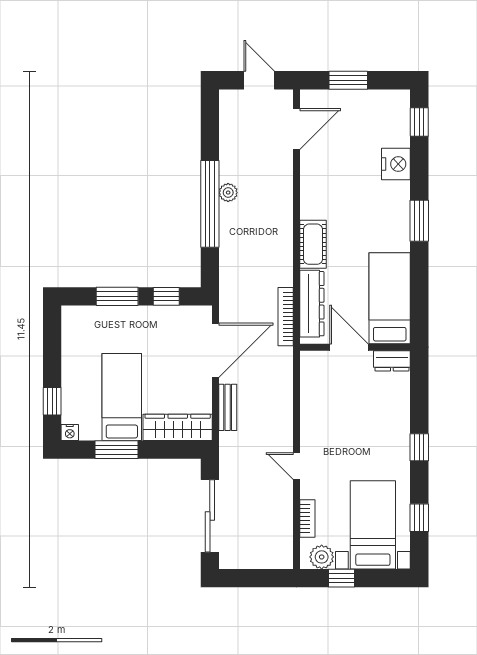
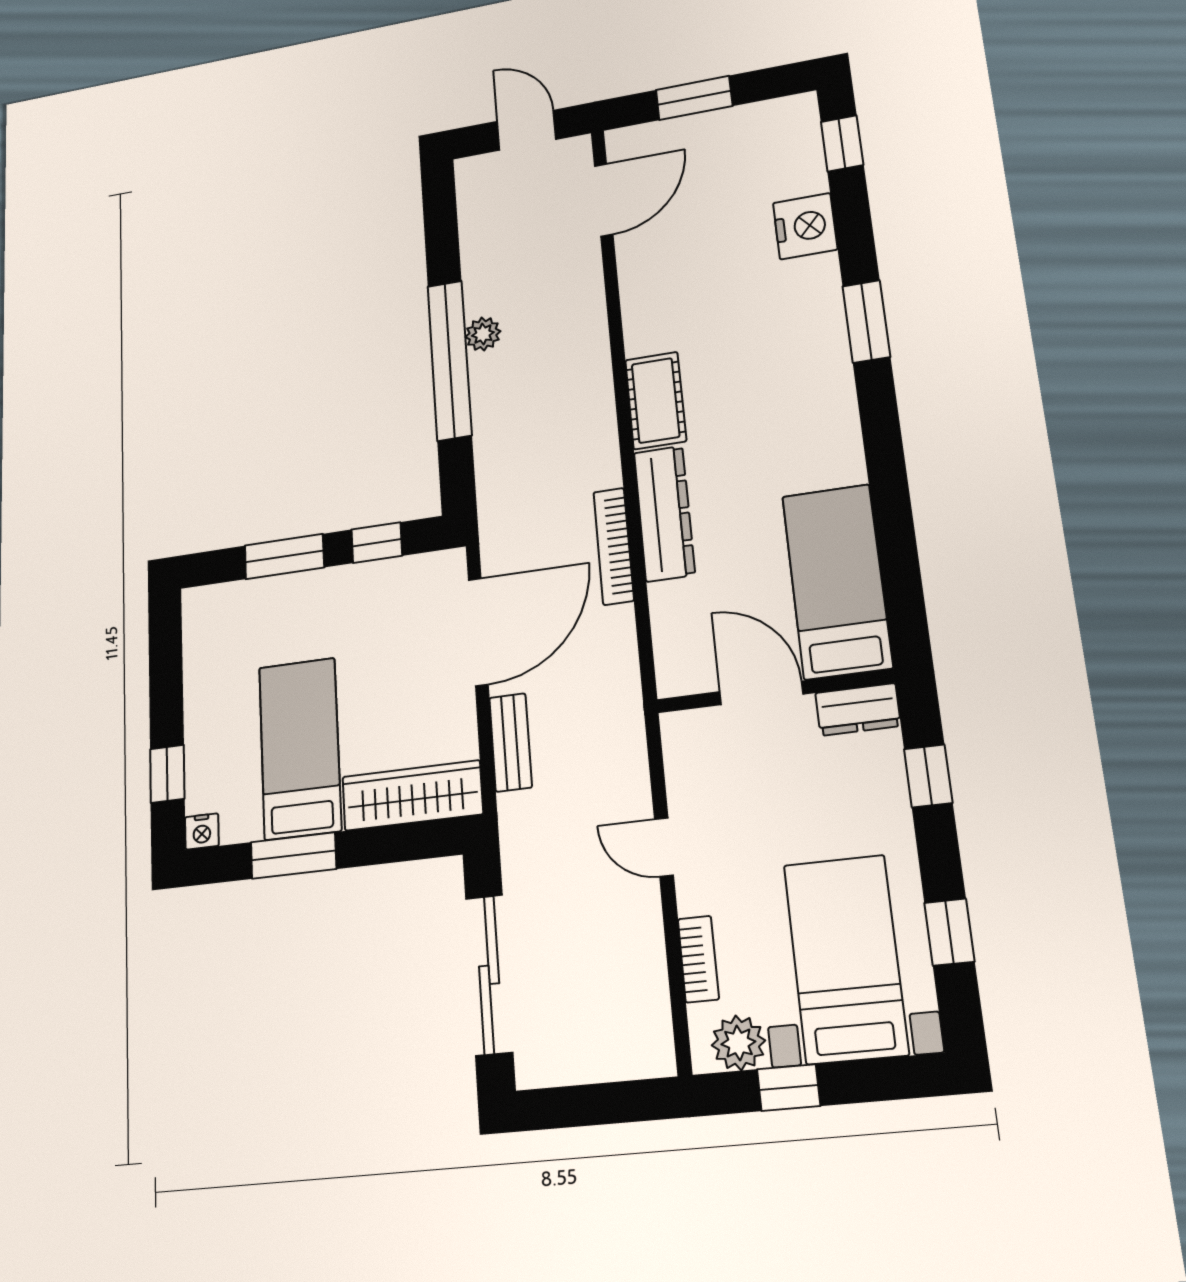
bed: (390, 298) -> (837, 581), moved
door: (349, 347) -> (761, 693), moved
wall: (355, 347) -> (775, 691), moved
dresser: (392, 361) -> (858, 709), moved

